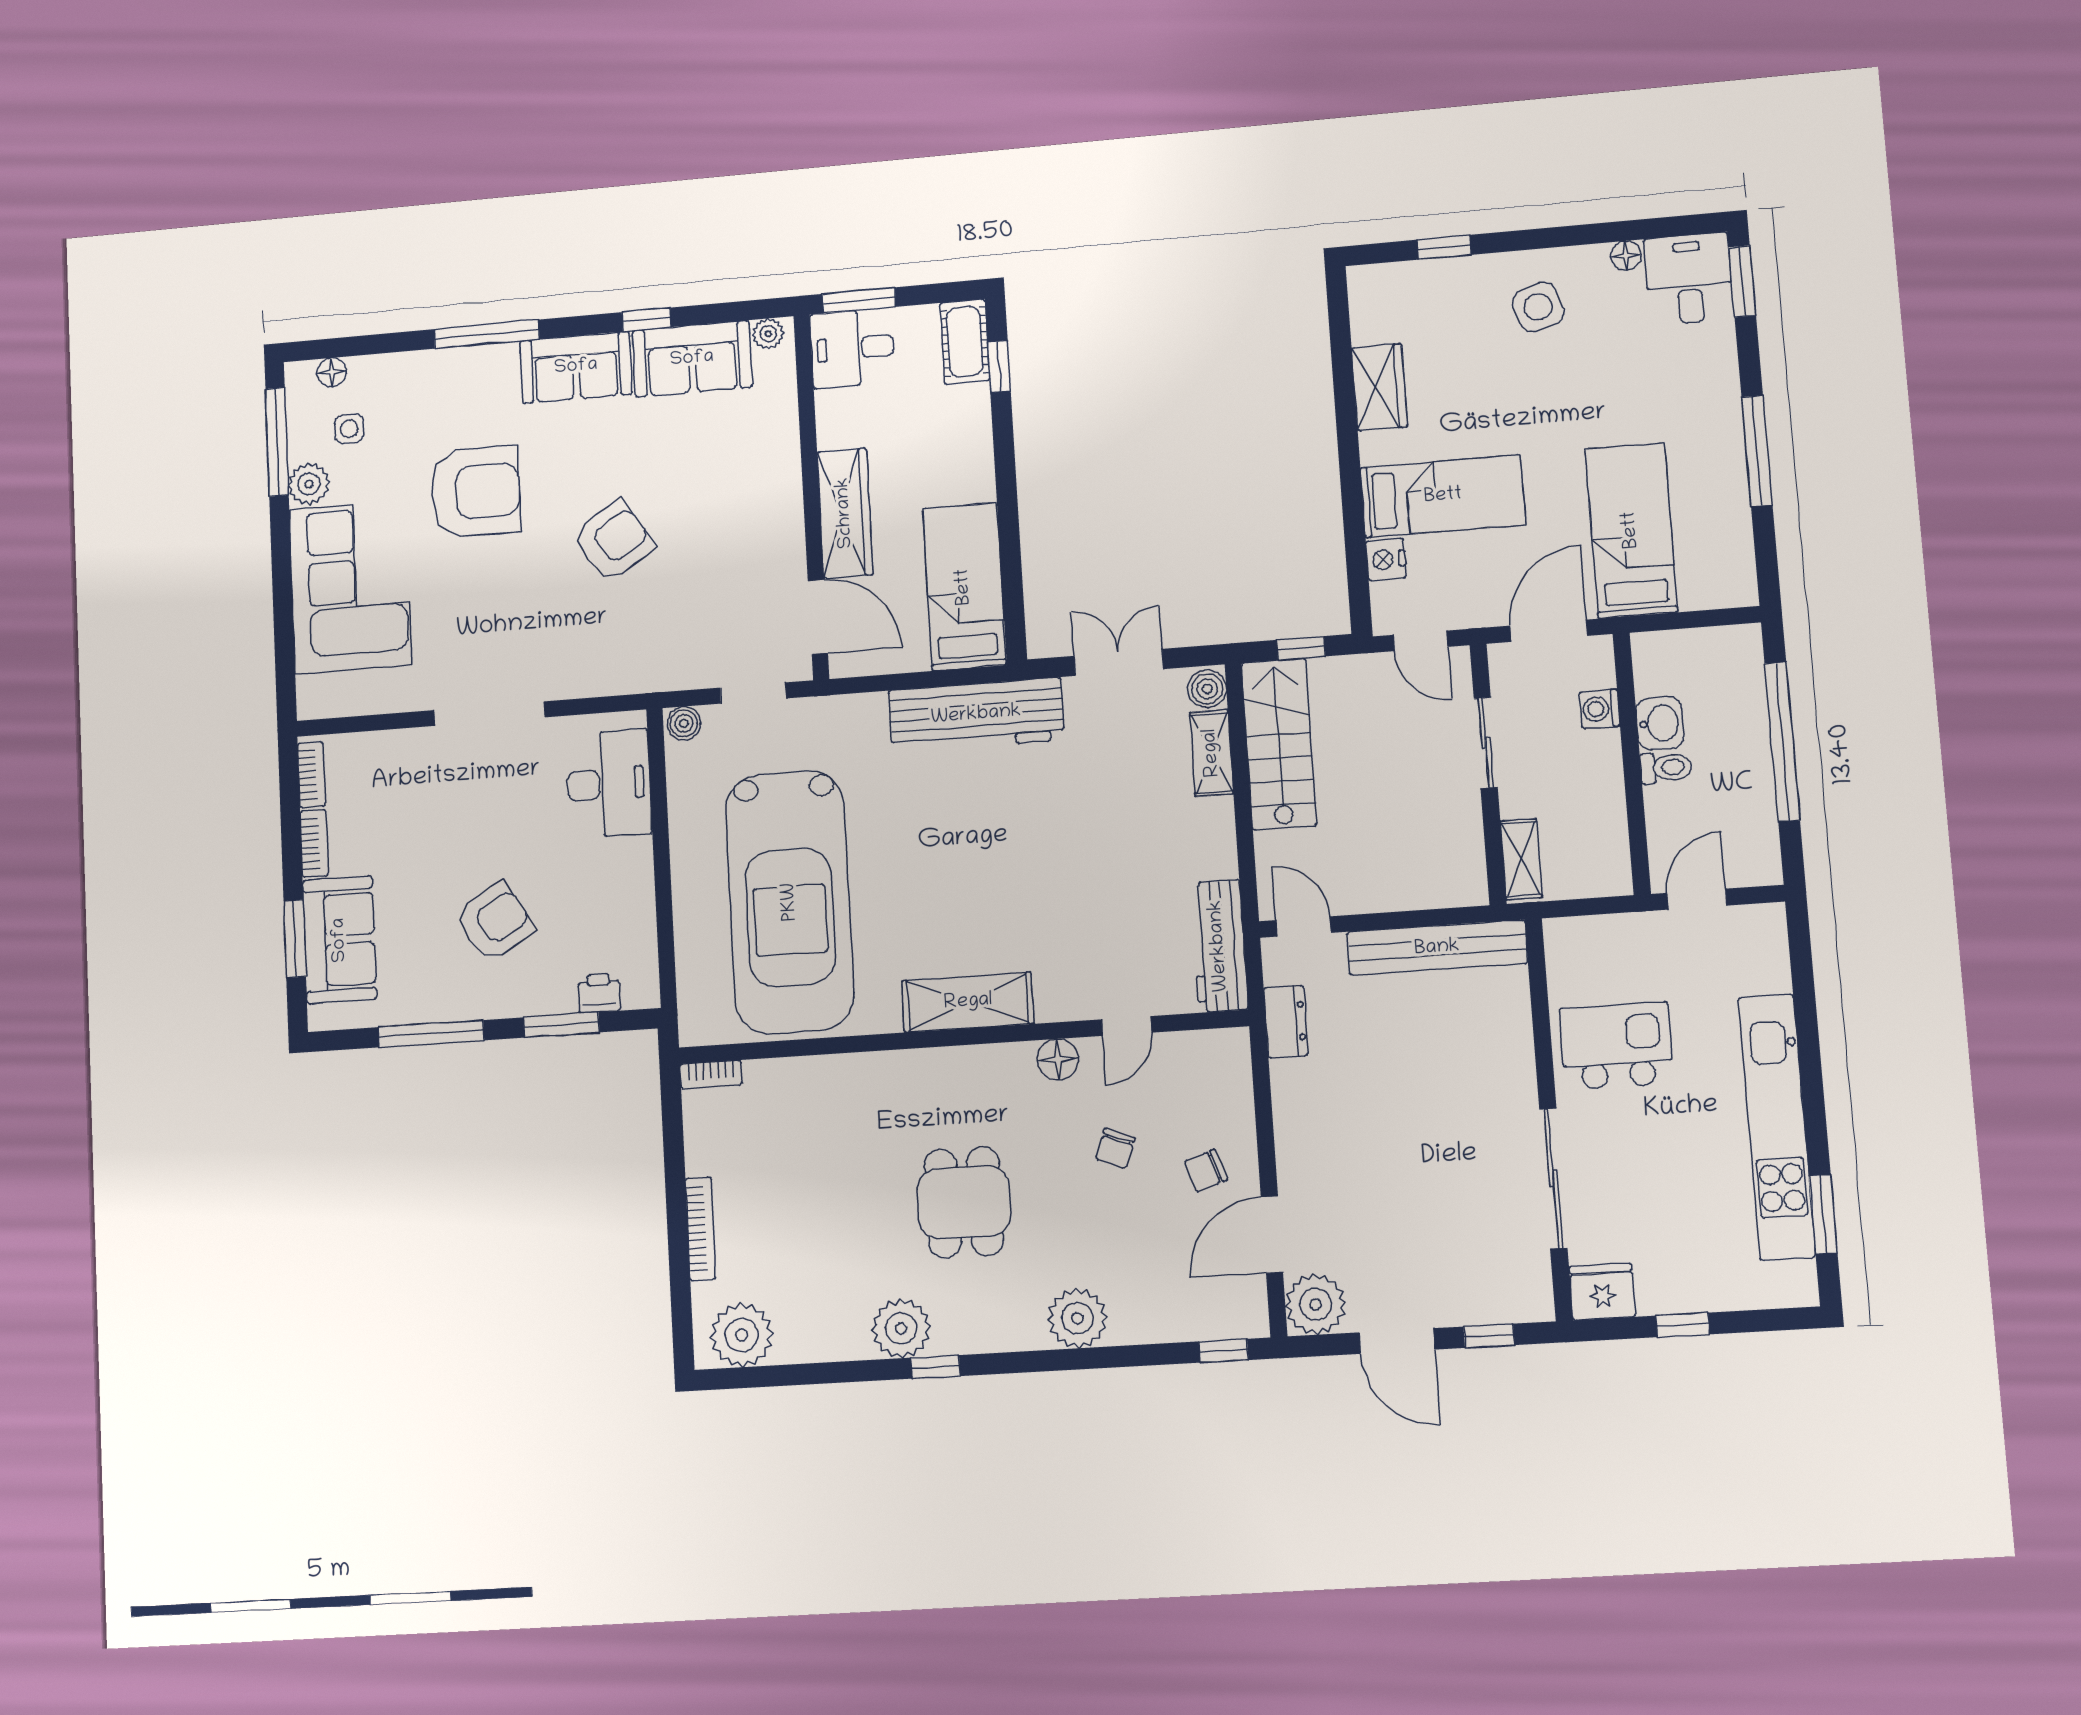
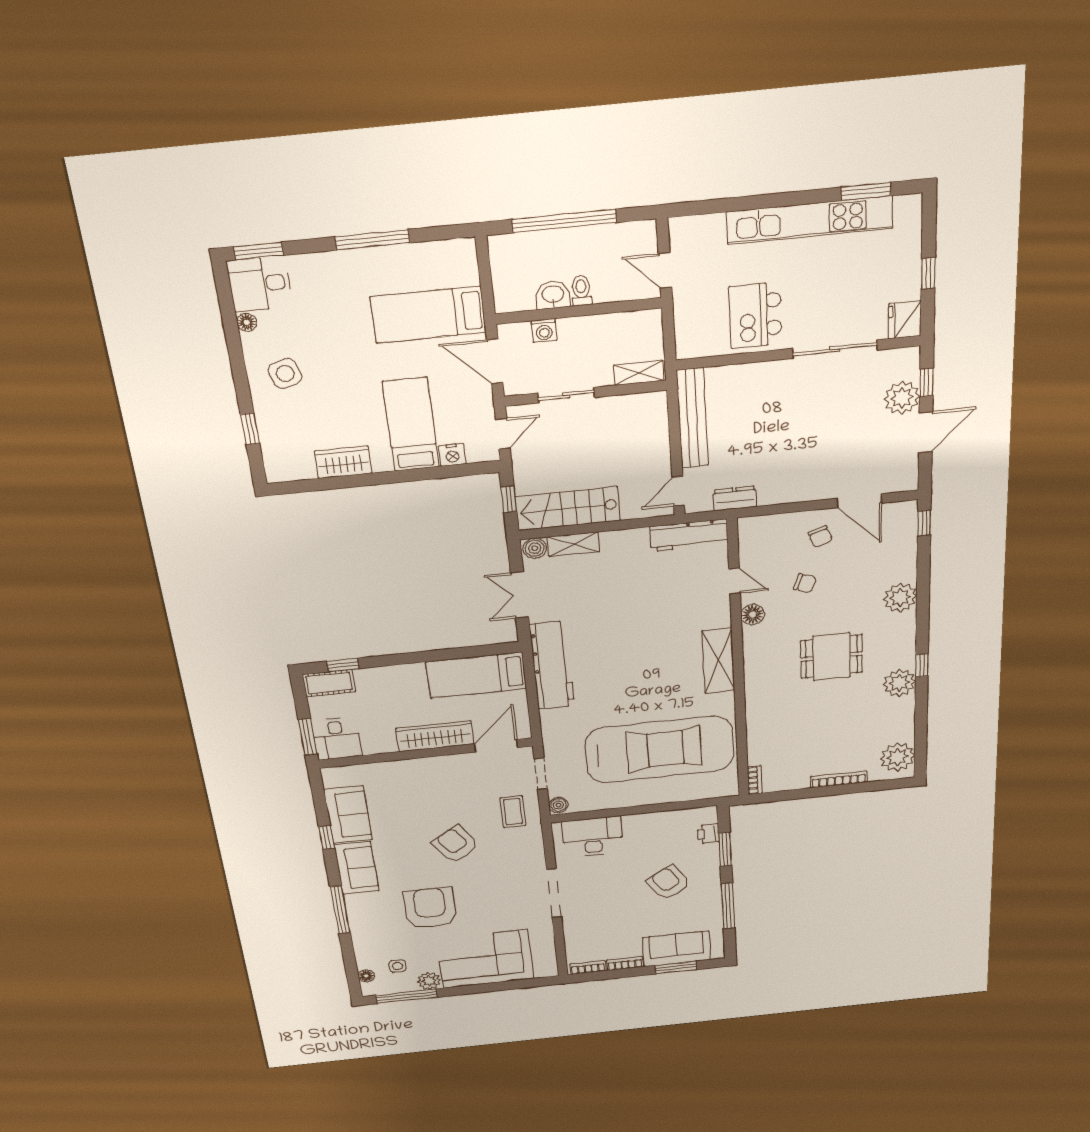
plant: (768, 334) -> (331, 780), removed
coffee table: (676, 643) -> (513, 812), added
plant: (1315, 1304) -> (902, 398), moved

